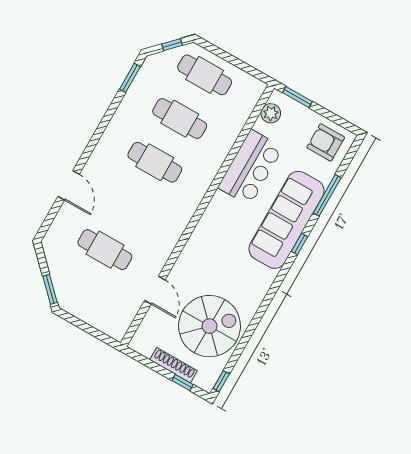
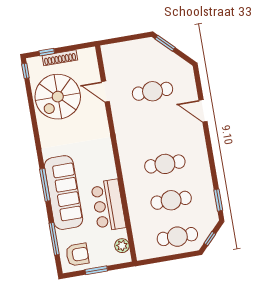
window: (297, 97) -> (96, 270), moved
window: (327, 195) -> (54, 239), moved
window: (299, 244) -> (45, 185), width x2.17

